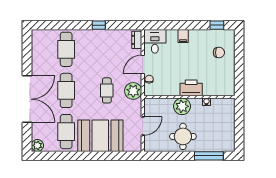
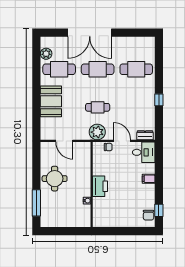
chair: (219, 53) -> (149, 215), moved
plant: (182, 106) -> (83, 178), removed
booth: (100, 136) -> (51, 101), width x0.73, depth x0.70
plant: (37, 145) -> (46, 54), moved

